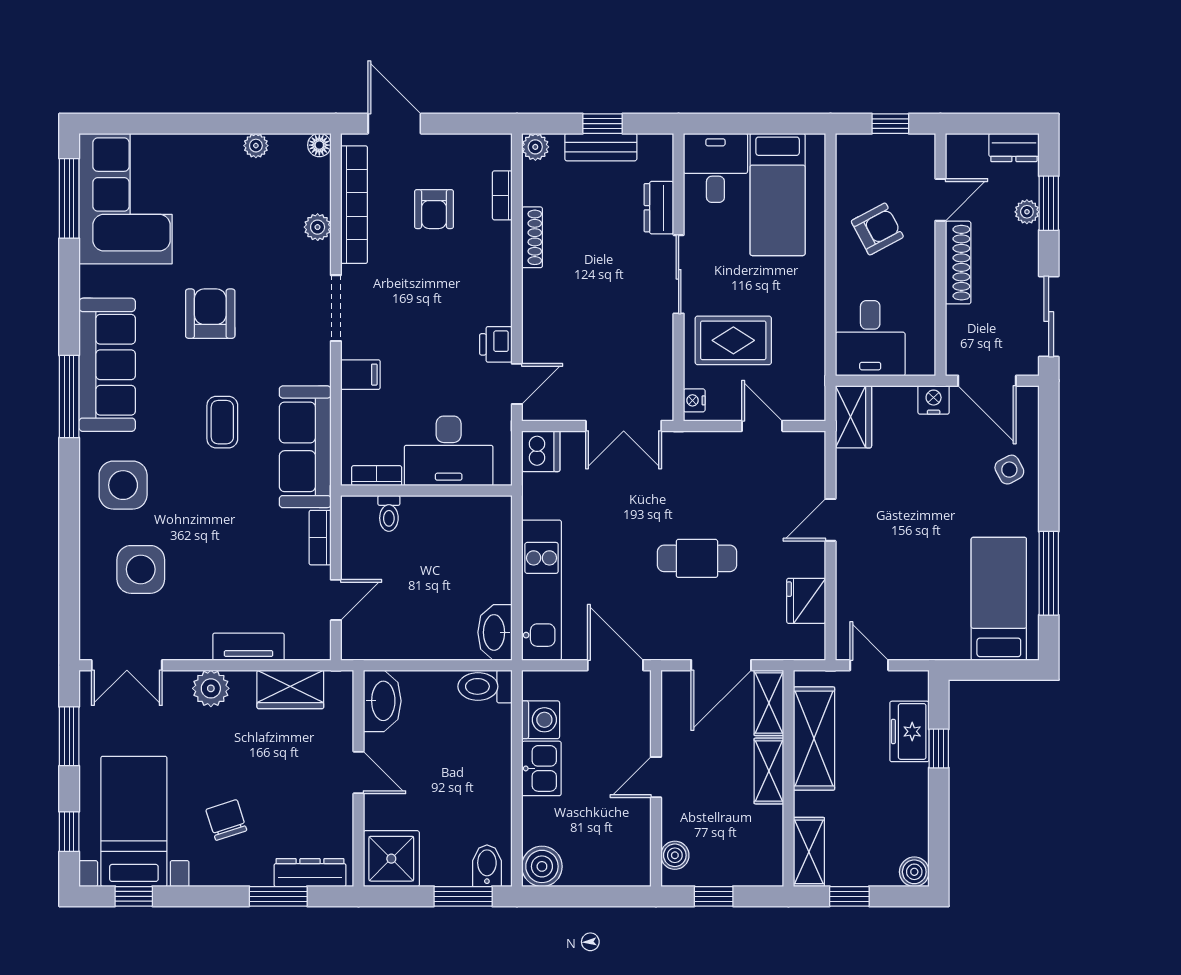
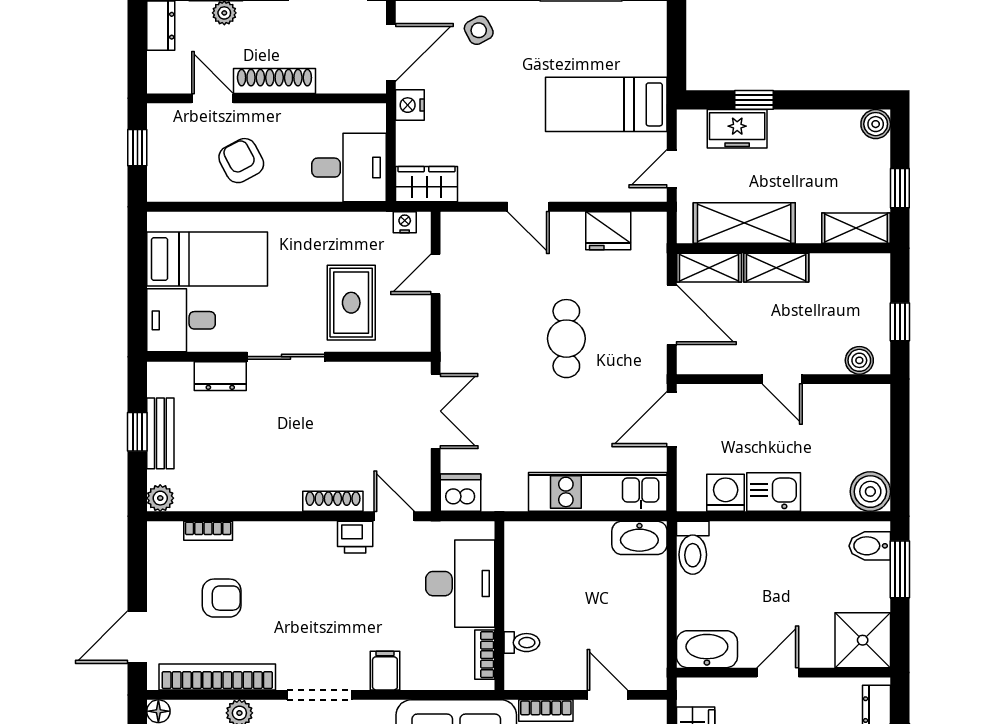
shoe rack: (532, 237) -> (333, 501), moved
nightstand: (694, 400) -> (405, 222), moved, turned 180
bed: (999, 599) -> (606, 104), moved

